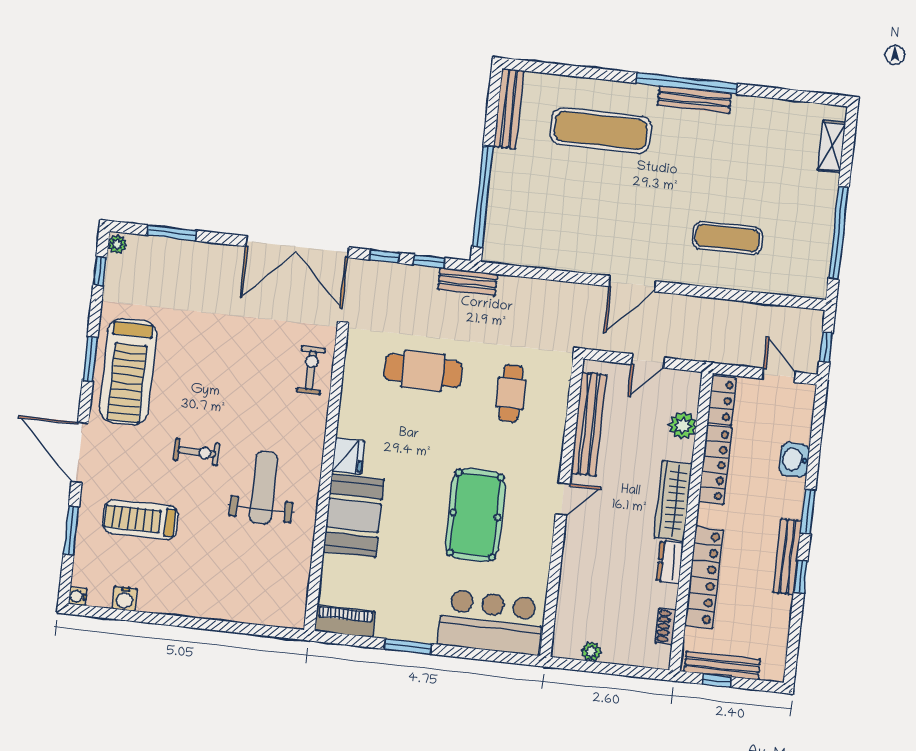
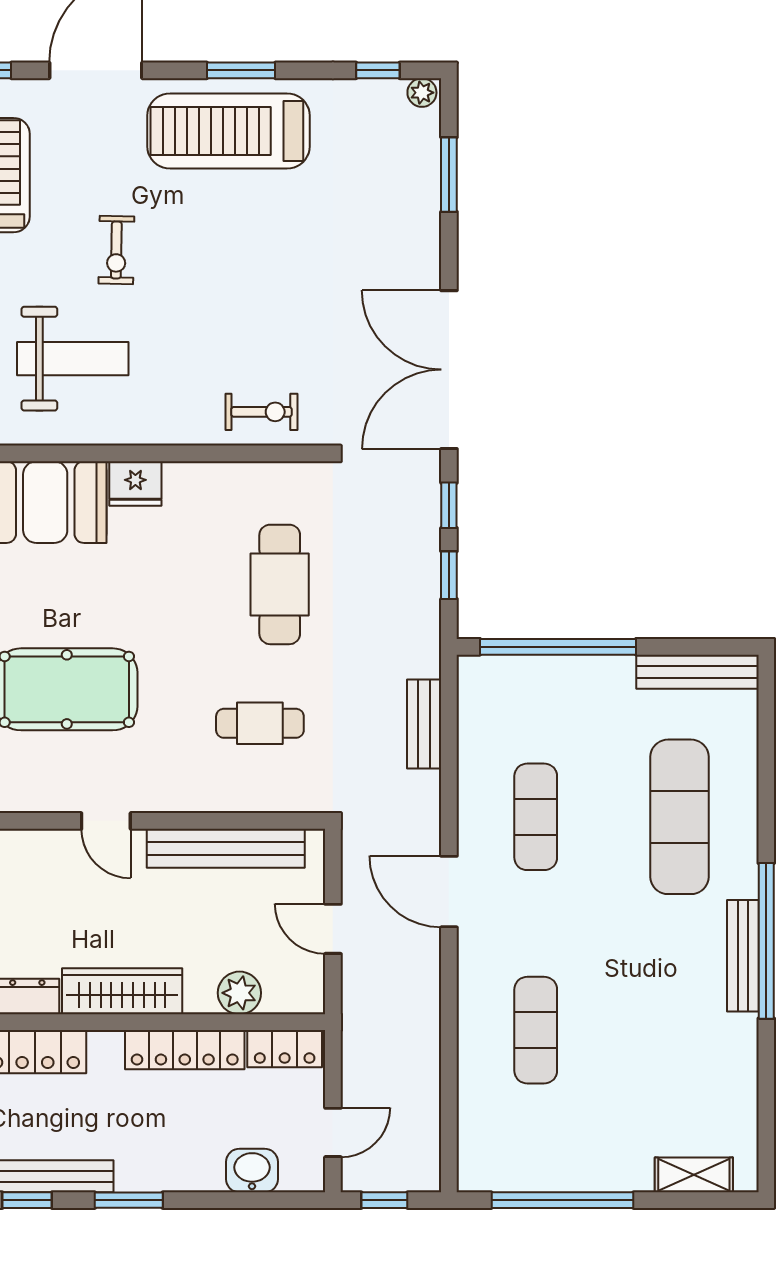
exercise mat: (591, 223) -> (536, 817), added
bench: (468, 282) -> (424, 724), moved
washbasin: (794, 460) -> (252, 1171), moved

